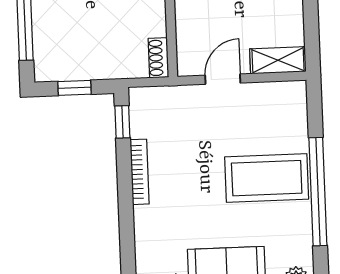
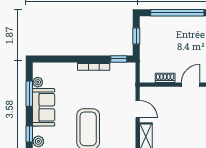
shoe rack: (158, 58) -> (165, 78), moved

